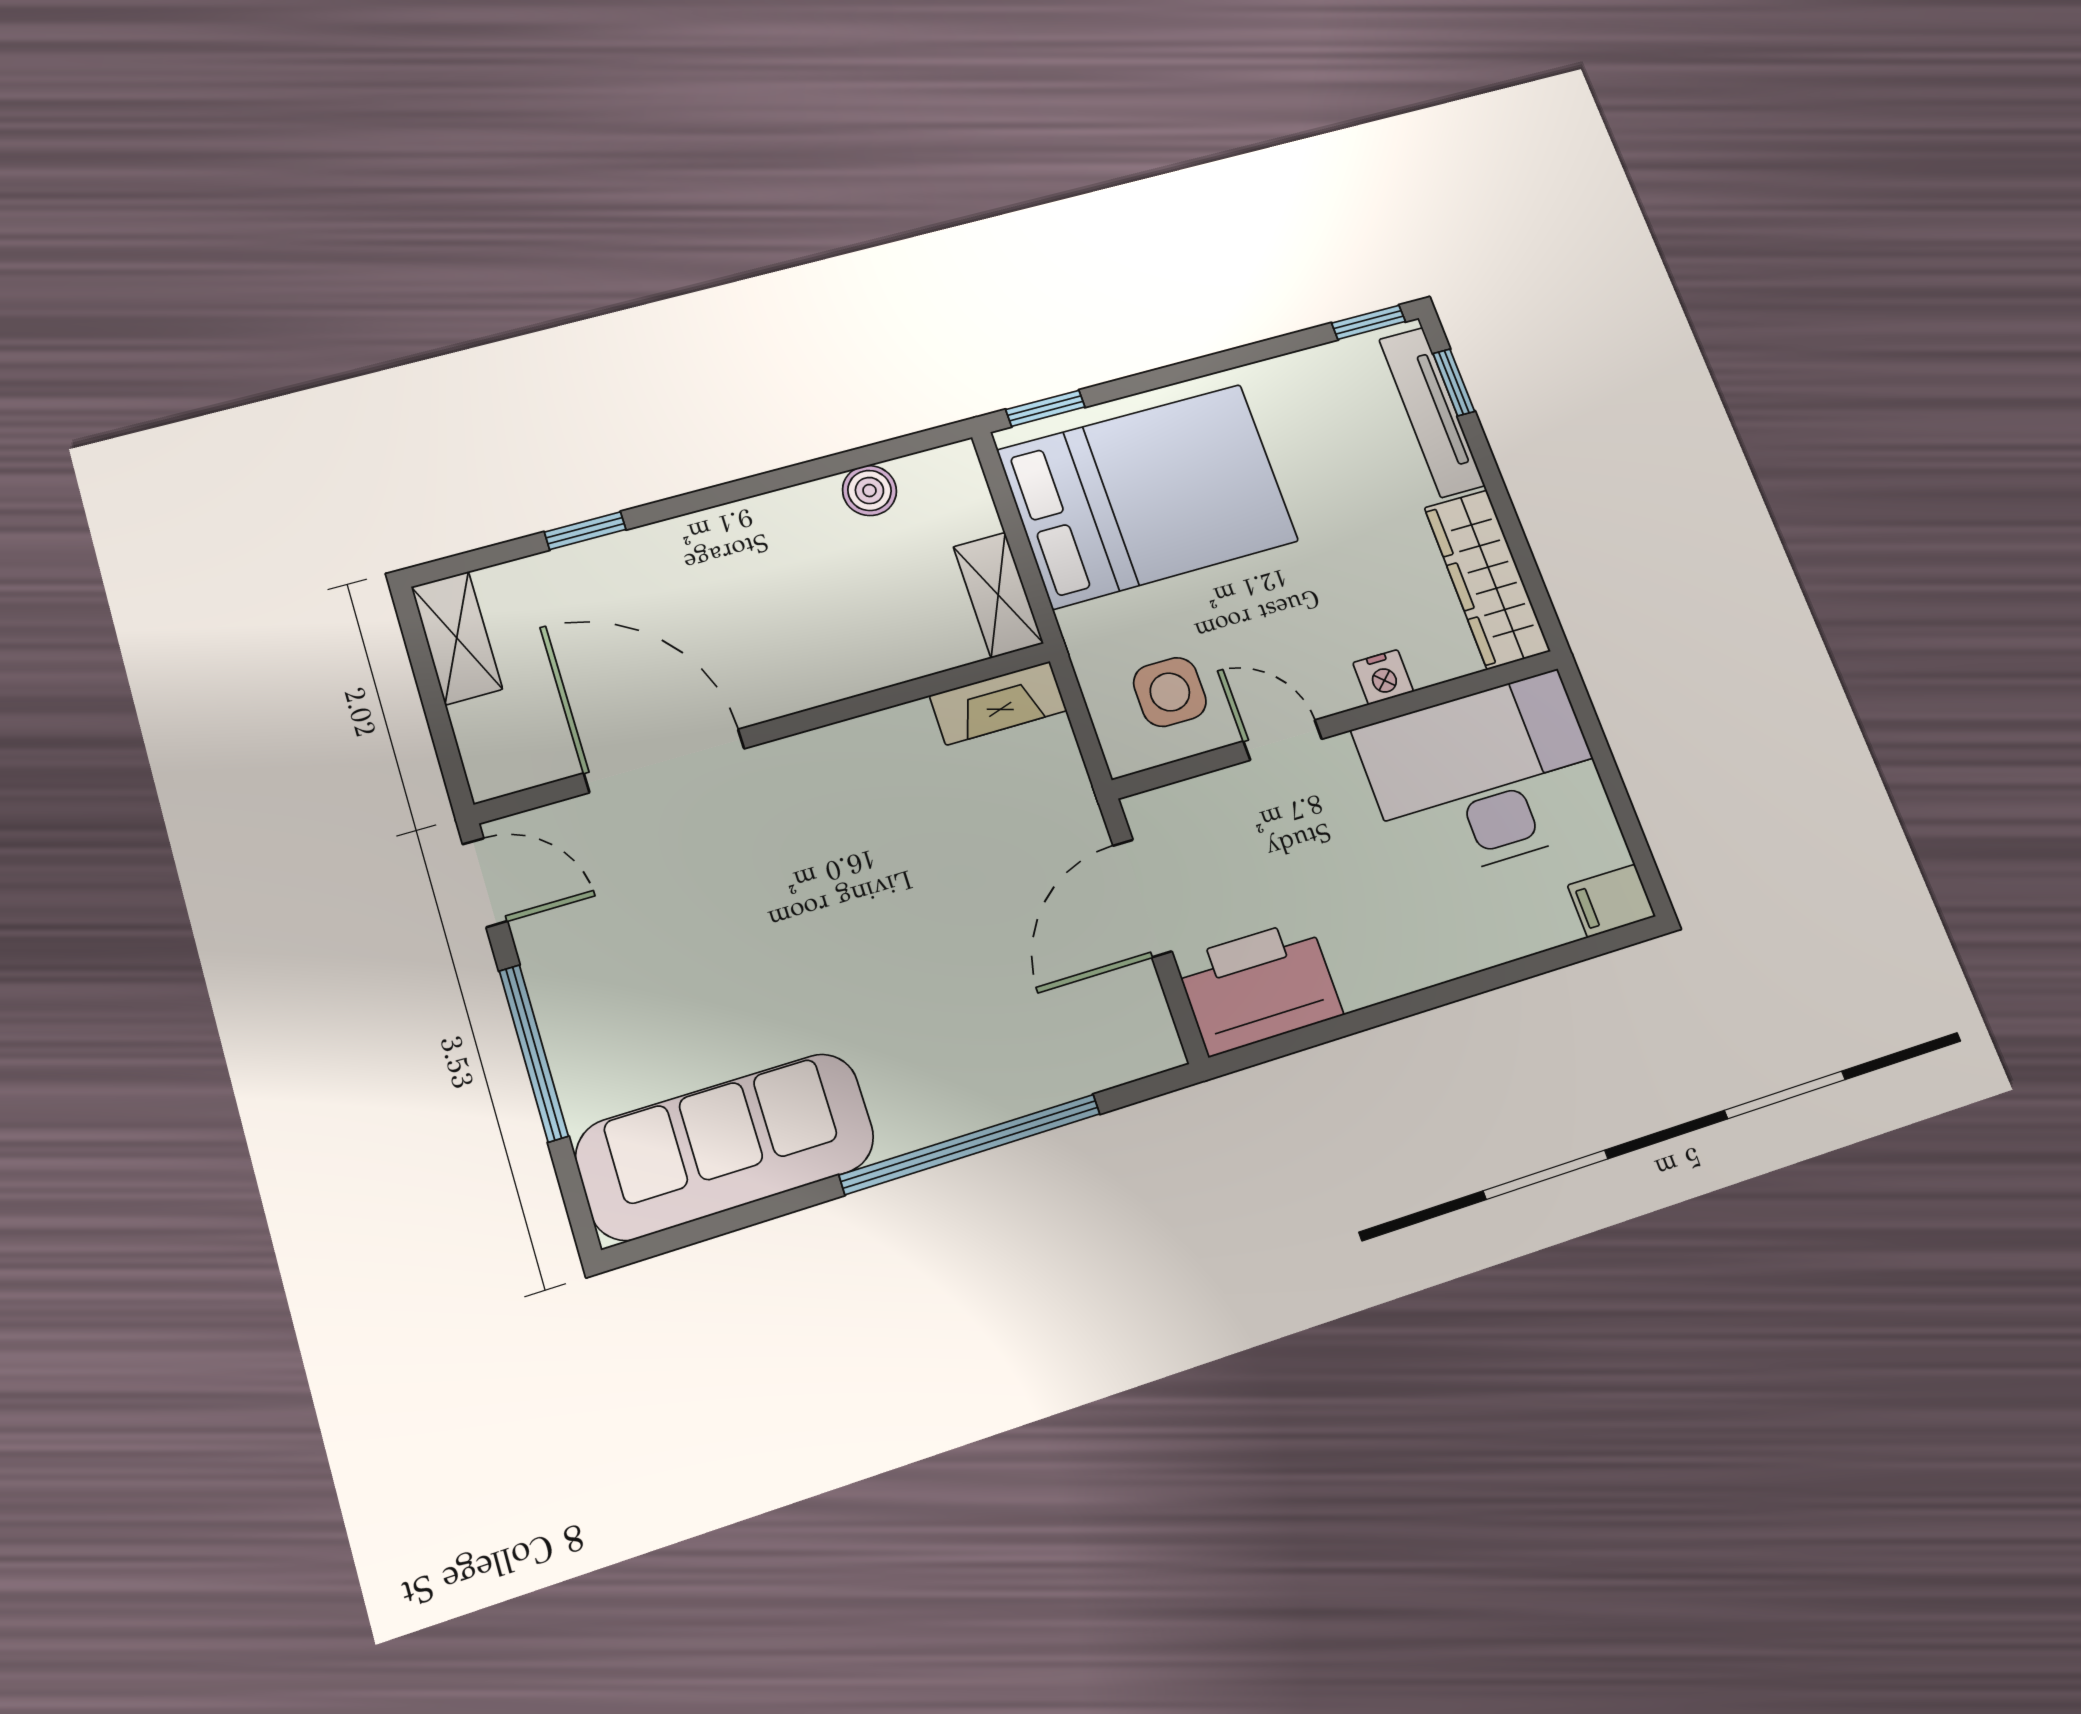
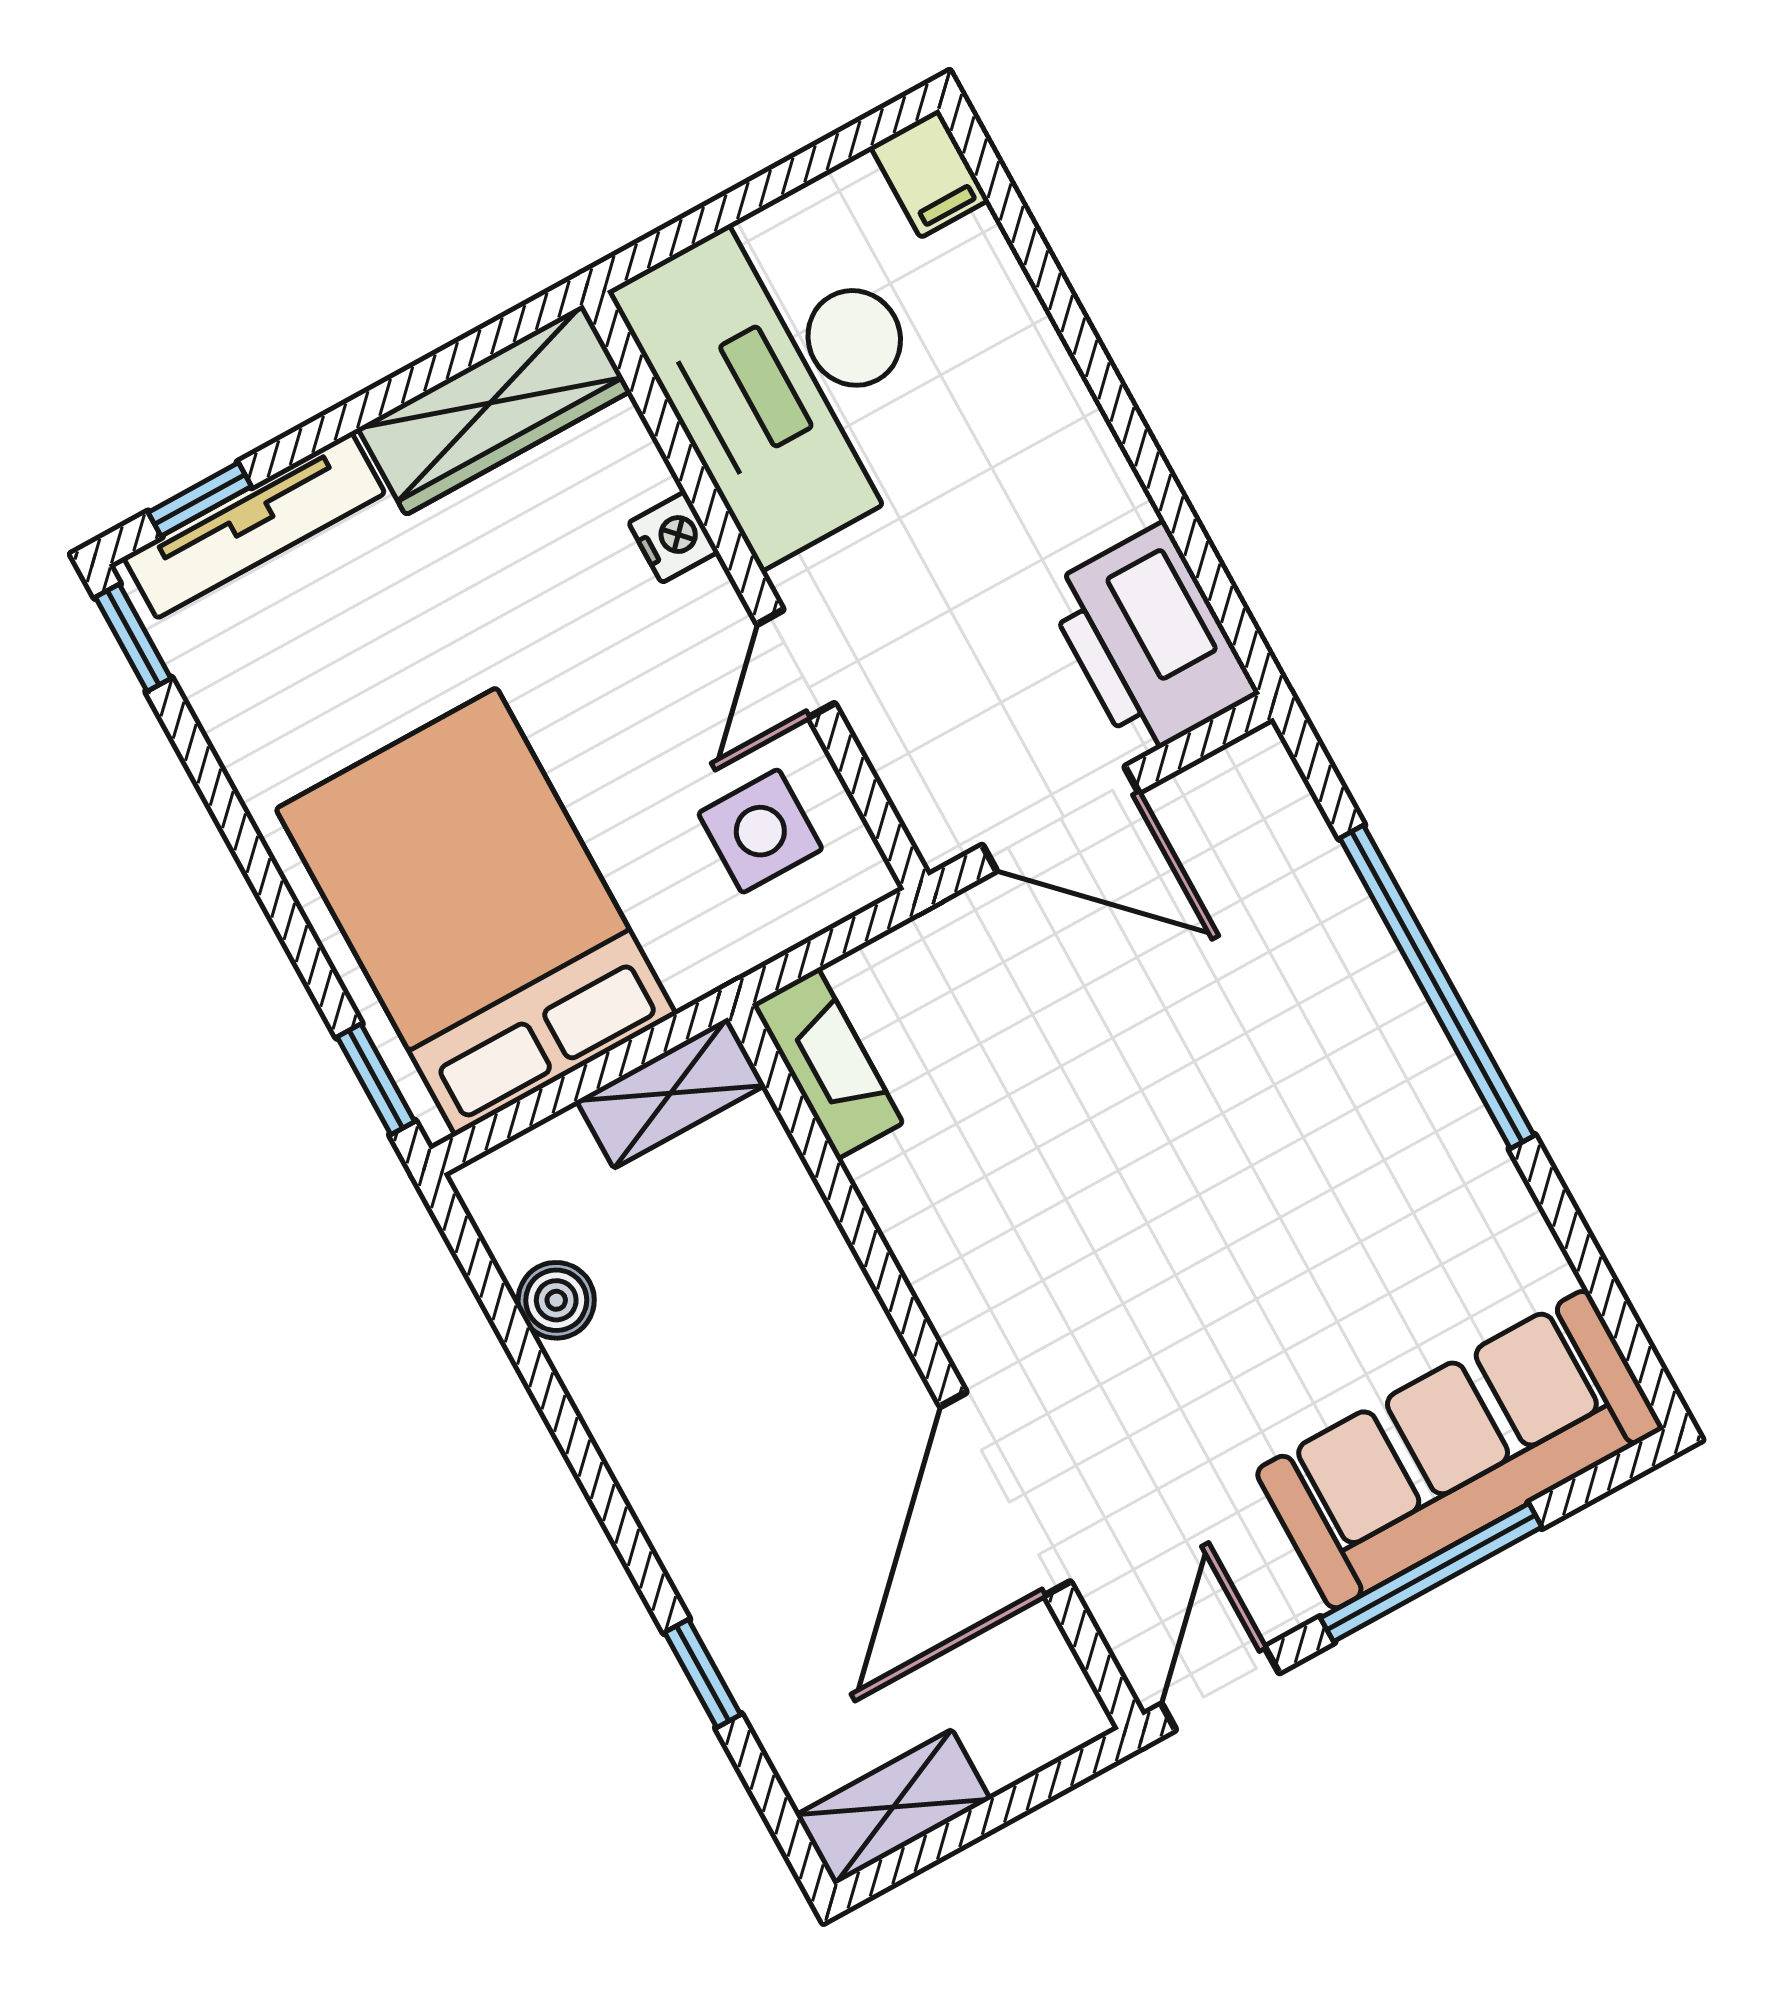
sofa: (725, 1146) -> (1459, 1450), moved, turned 90

